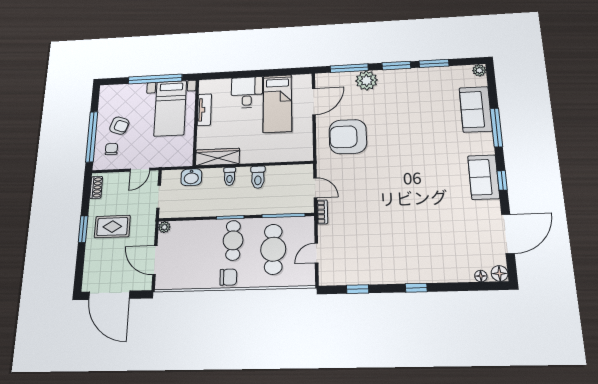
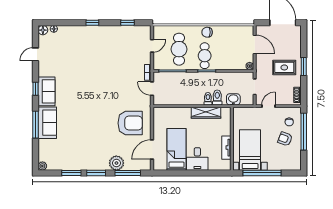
sofa: (476, 109) -> (47, 123), moved
wardrobe: (218, 157) -> (206, 113), moved
toilet: (258, 177) -> (217, 97), moved
door: (508, 234) -> (35, 54), width x0.53

